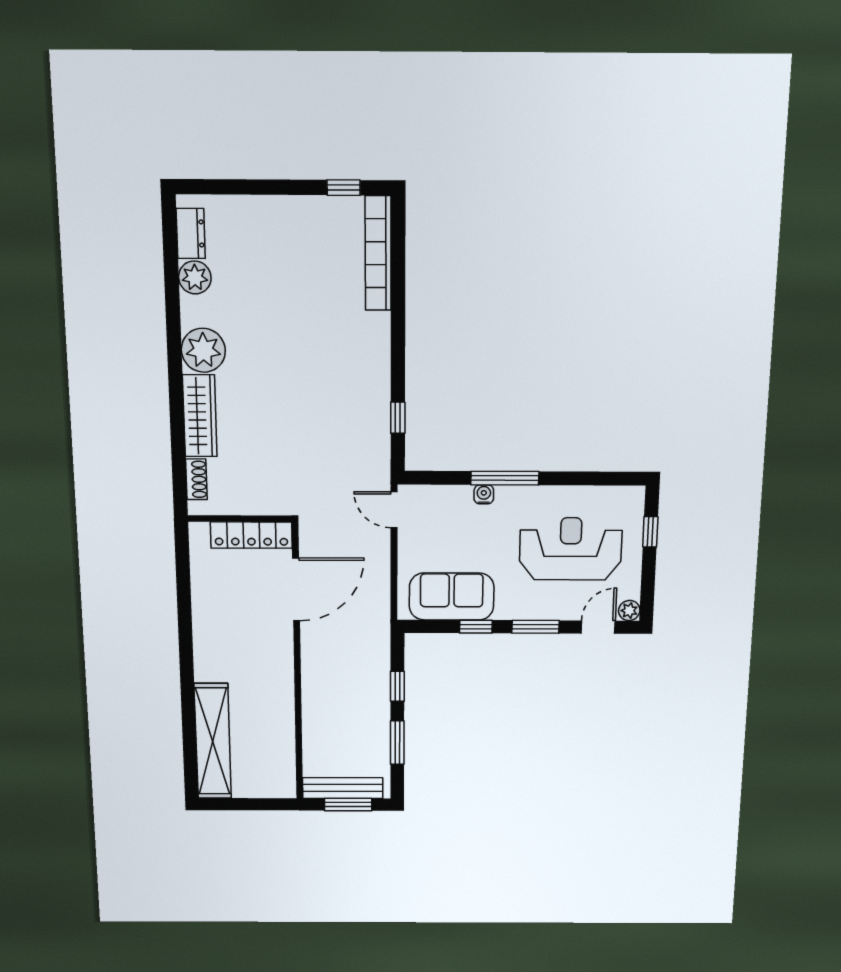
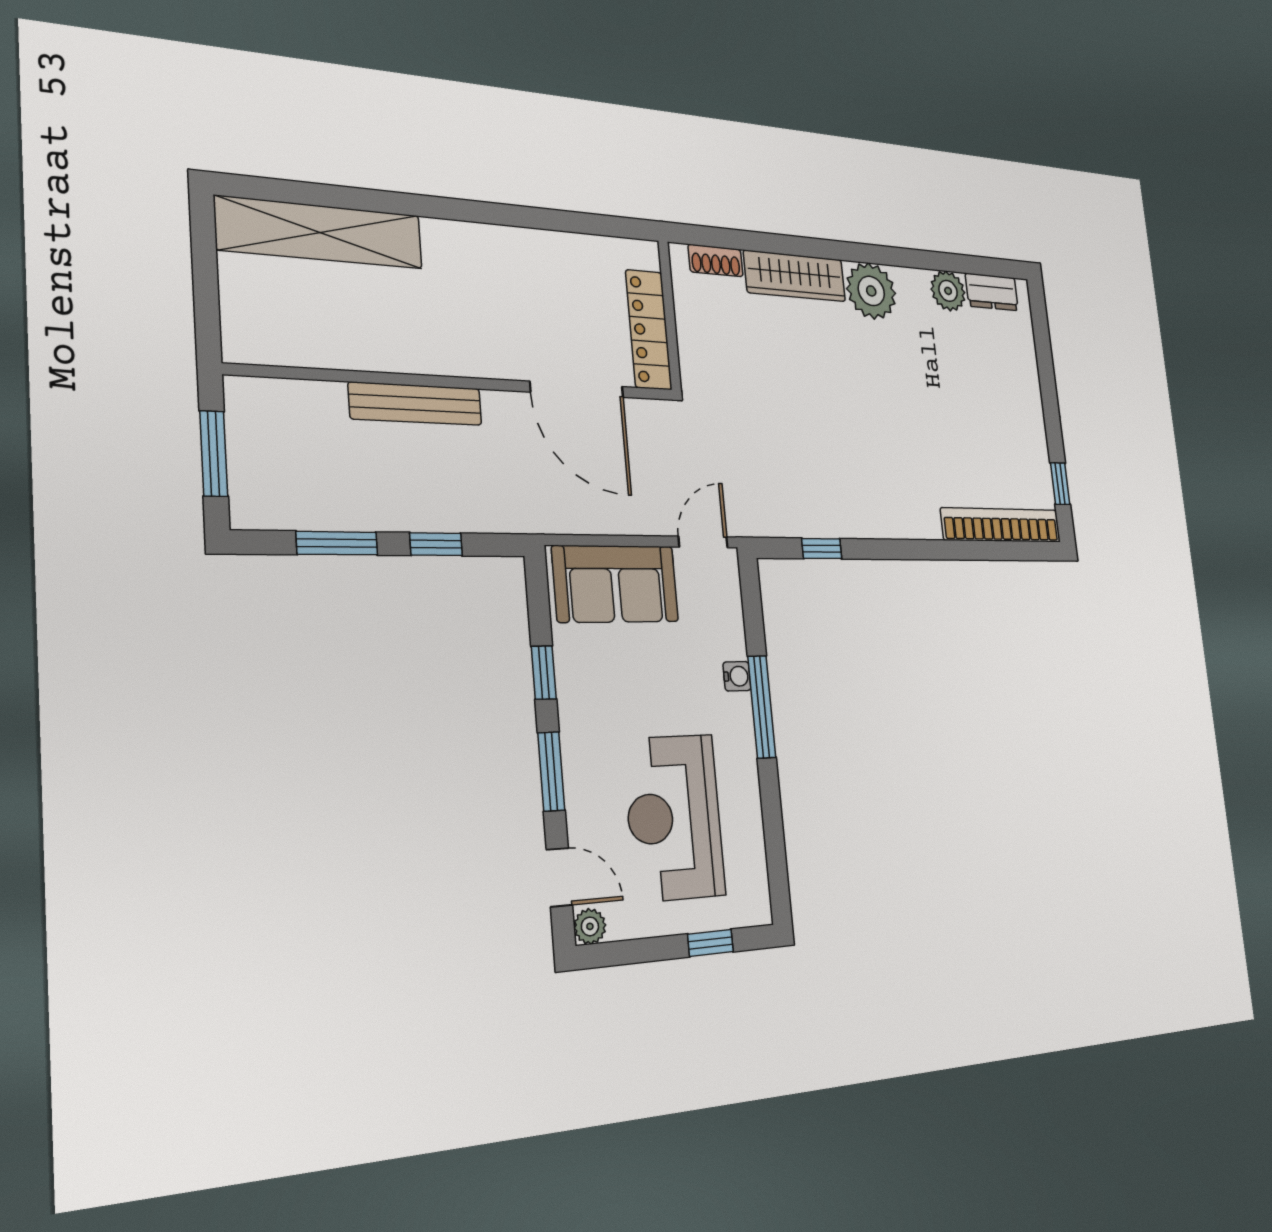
reception desk: (571, 549) -> (674, 817), turned 180
sofa: (452, 597) -> (616, 584), moved, turned 90
bench: (343, 788) -> (416, 404), moved, turned 90

